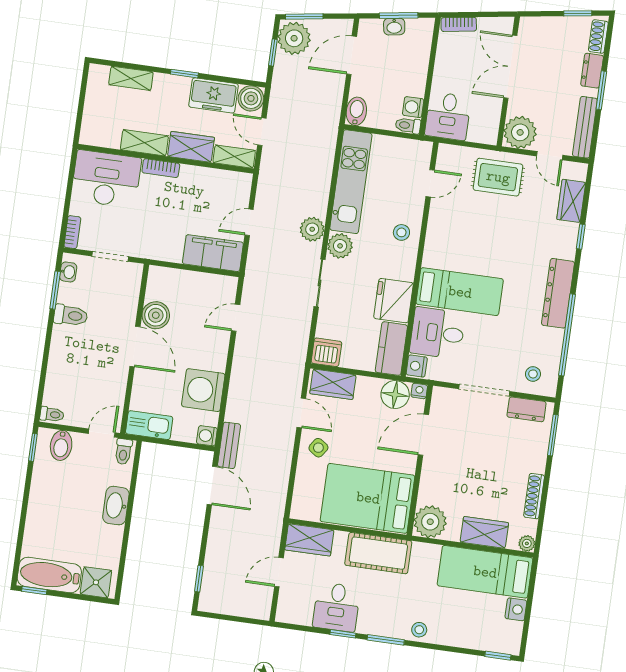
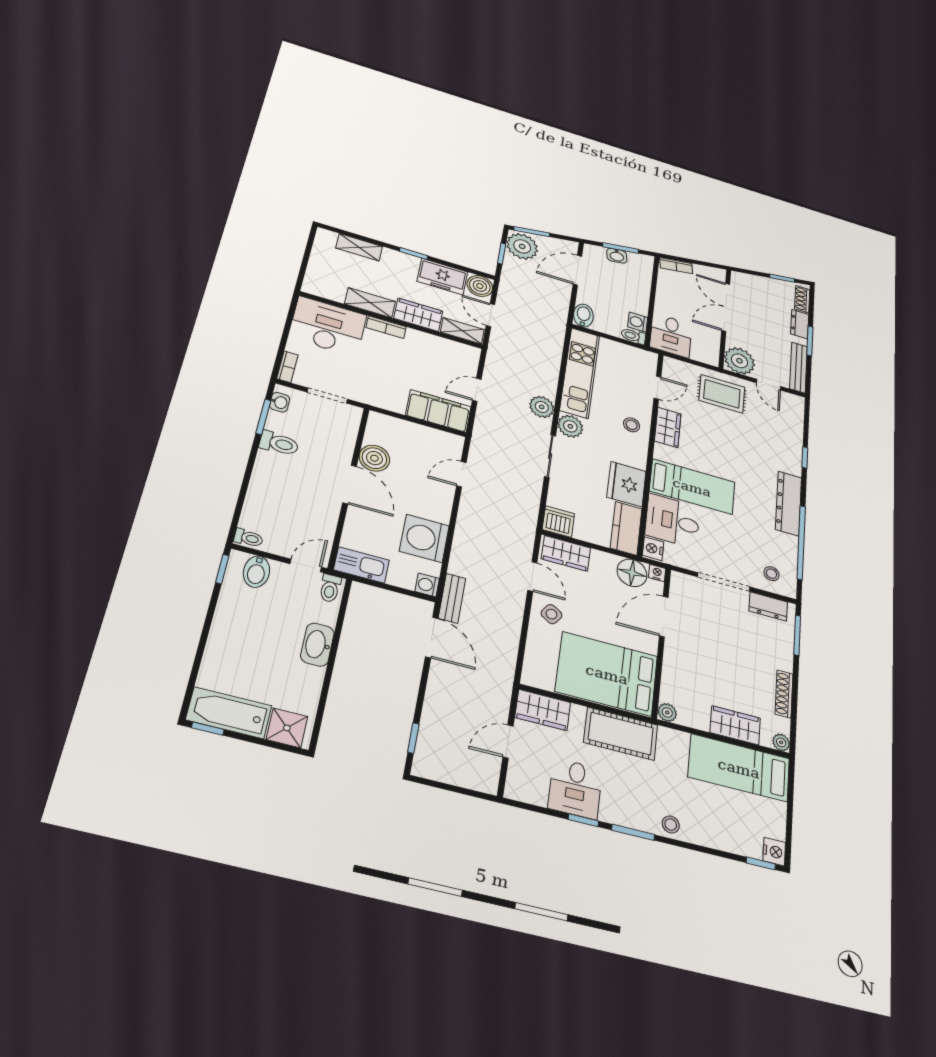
wardrobe: (571, 201) -> (668, 427), moved, turned 180
plant: (430, 522) -> (667, 712), width x0.53, depth x0.53
nightstand: (516, 609) -> (774, 852), moved

